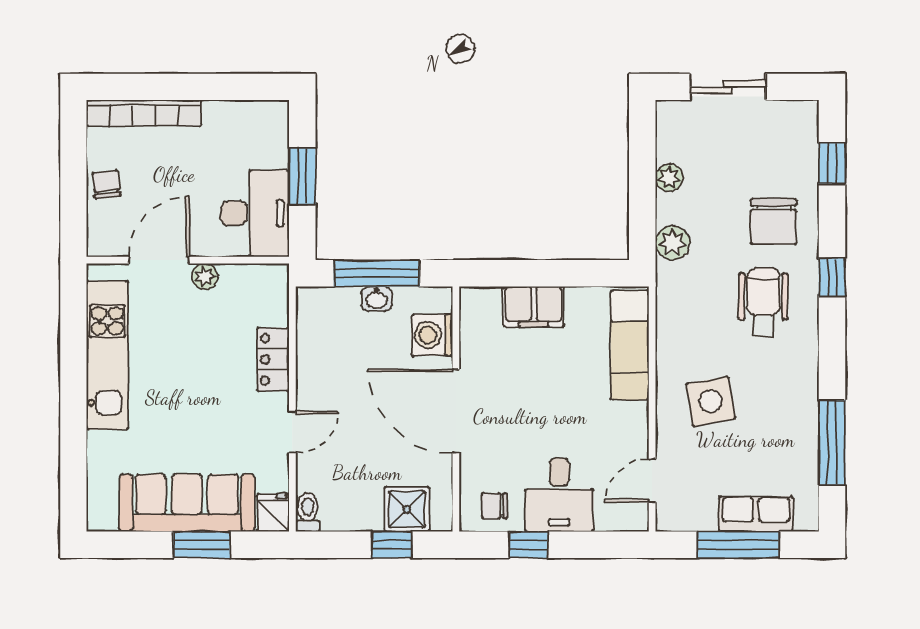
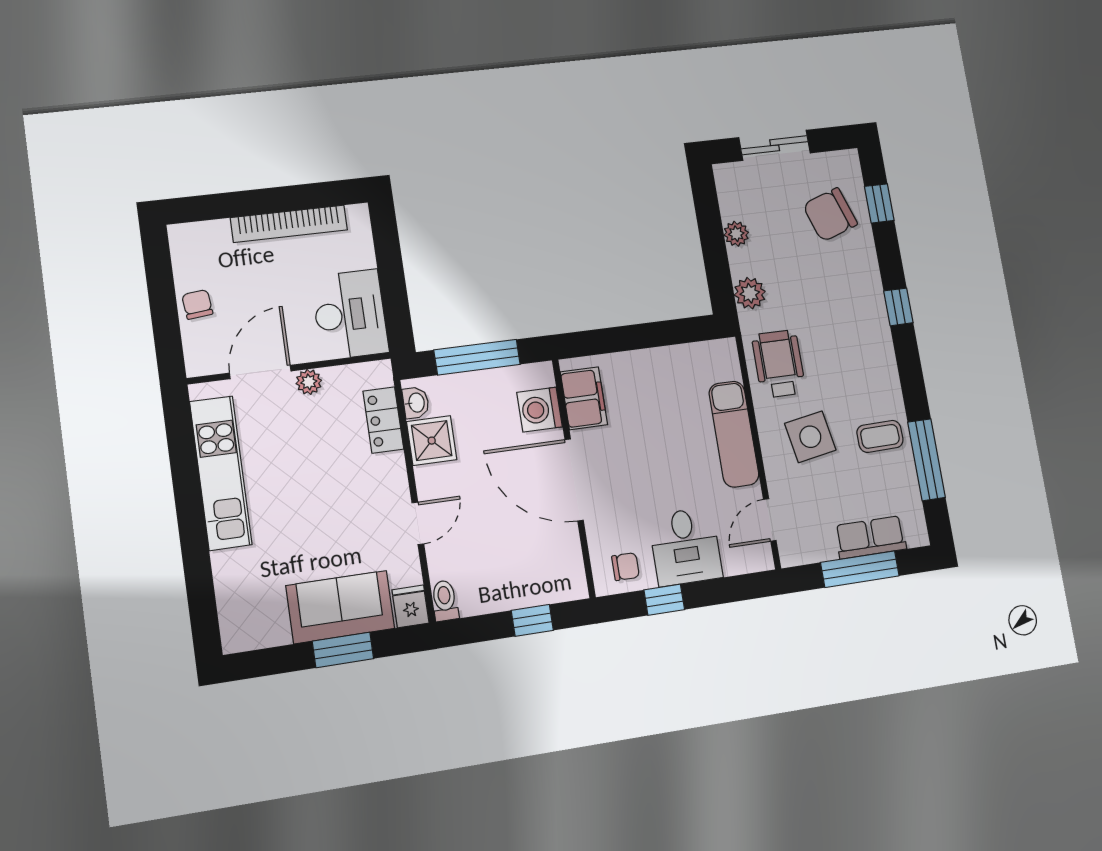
bookcase: (144, 113) -> (289, 224), moved
window: (302, 176) -> (391, 273), removed
chair: (774, 222) -> (830, 215), moved, turned 71
washbasin: (377, 299) -> (416, 403), moved, turned -90
wheelchair: (763, 302) -> (779, 364), moved
filing cabinet: (534, 307) -> (584, 398), moved, turned -90
exam couch: (630, 345) -> (734, 434), moved
locker: (273, 359) -> (383, 420), moved
coffee table: (786, 411) -> (880, 436), added
sofa: (187, 503) -> (340, 607), width x0.73
chair: (494, 506) -> (625, 567), turned 180
shower: (407, 509) -> (432, 441), moved

